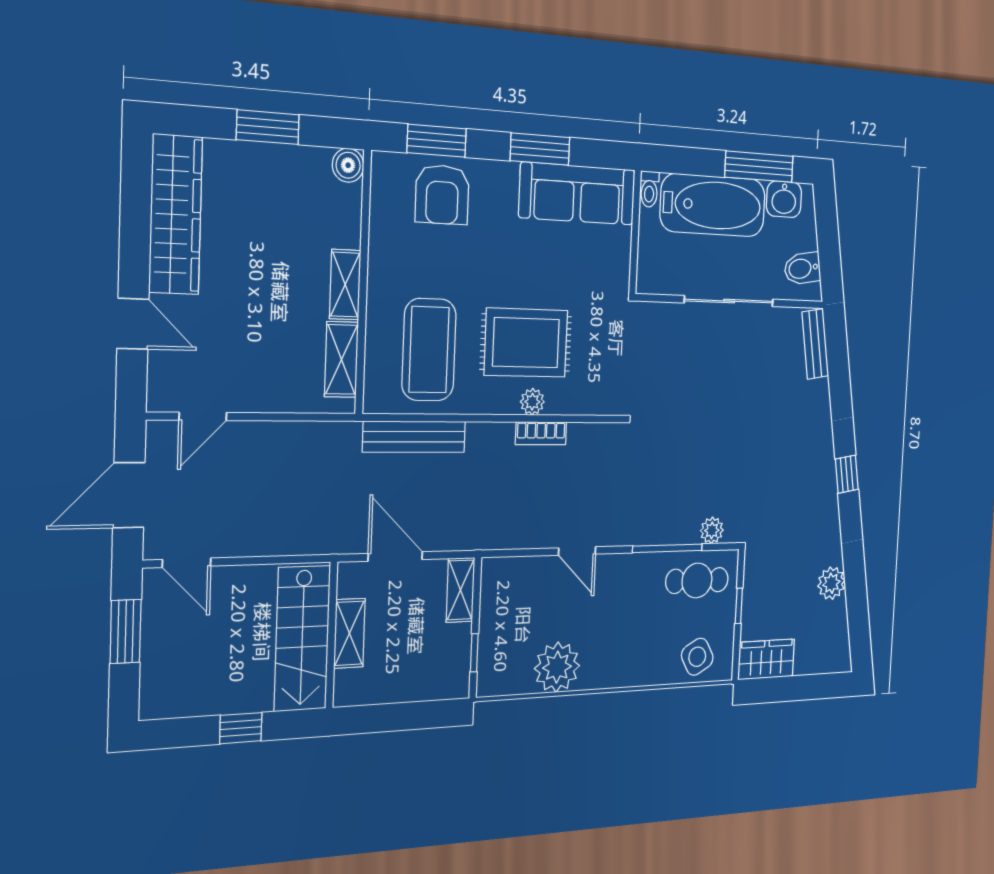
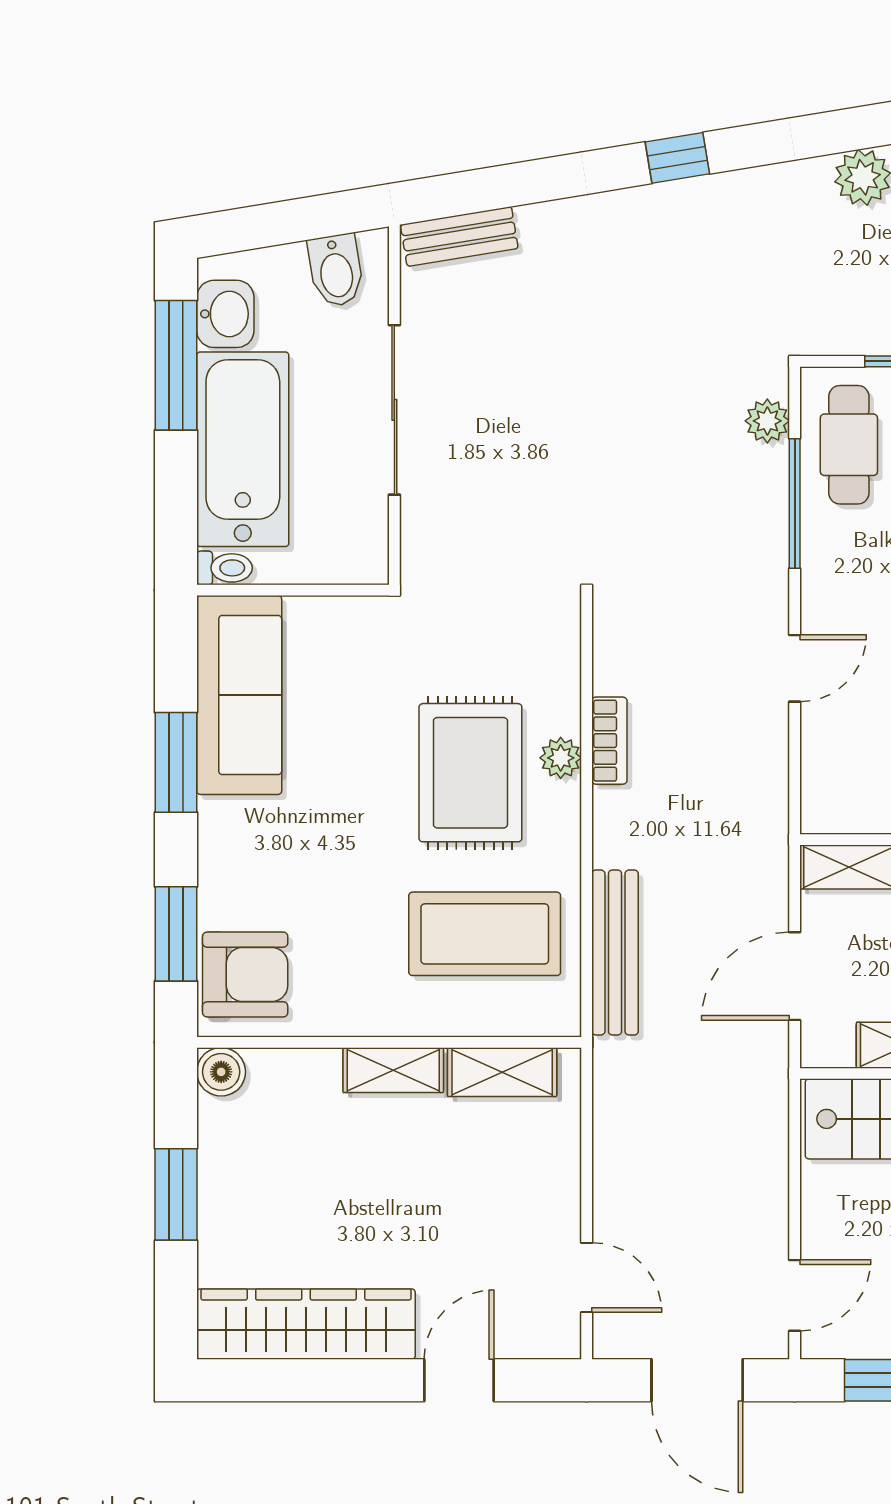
armchair: (442, 195) -> (245, 974), moved

